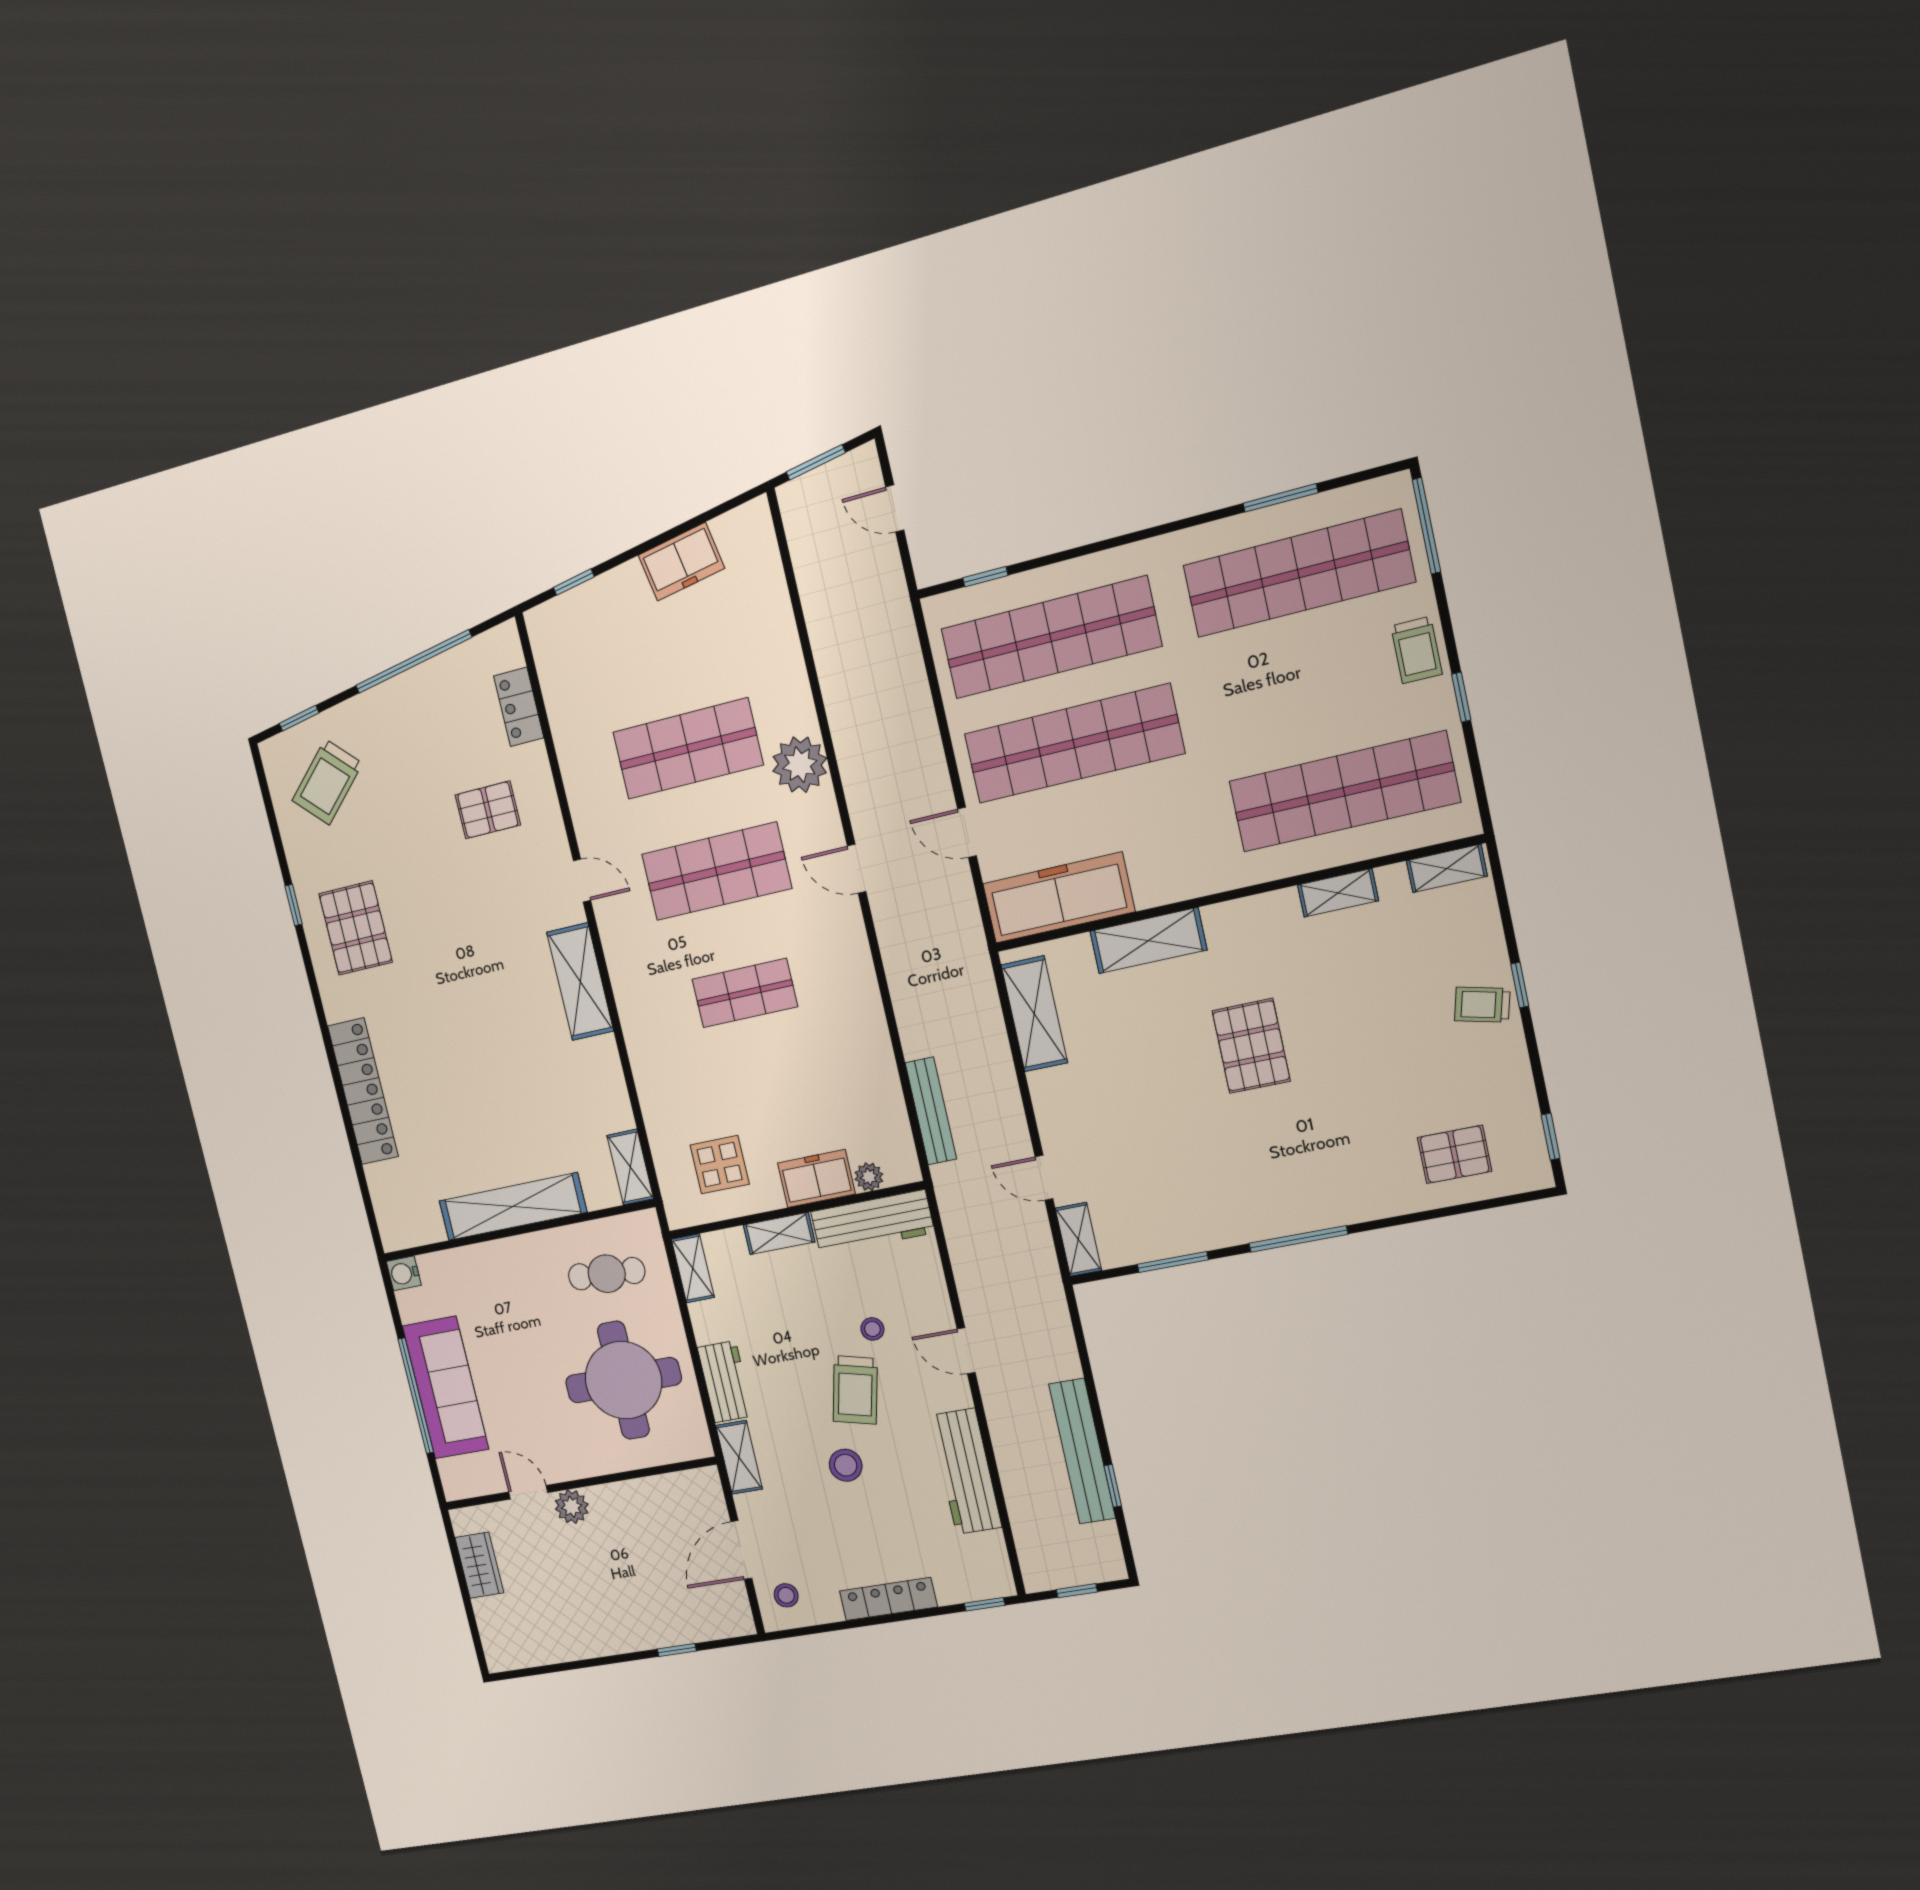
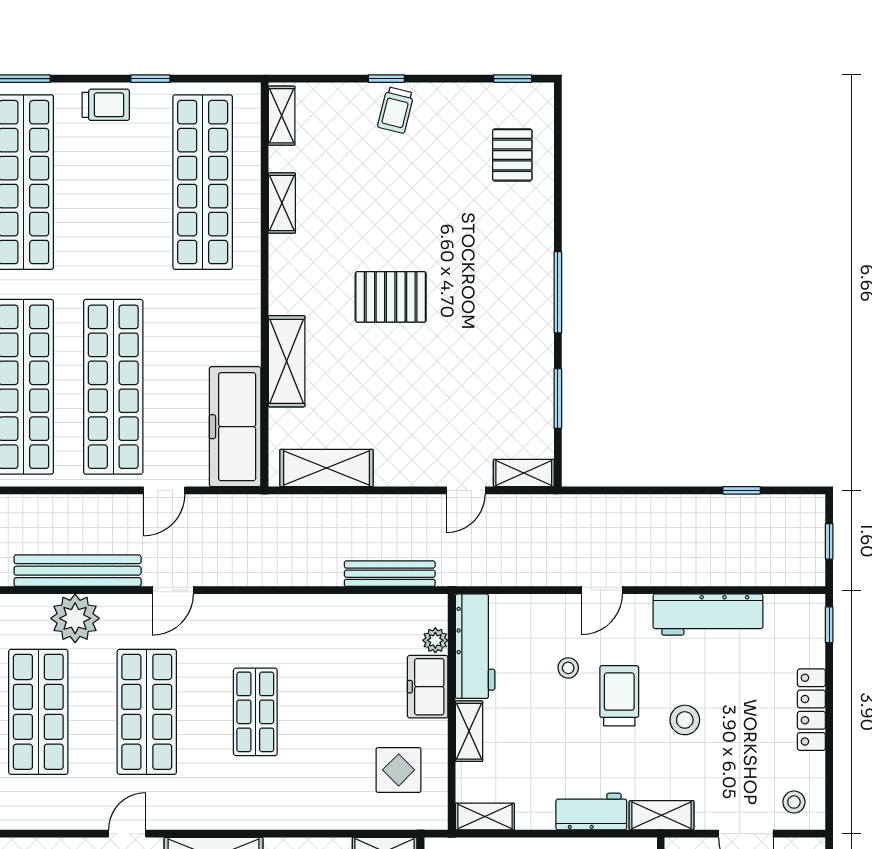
trolley: (855, 1390) -> (619, 696), turned -104
bench: (1082, 1451) -> (78, 571), moved

